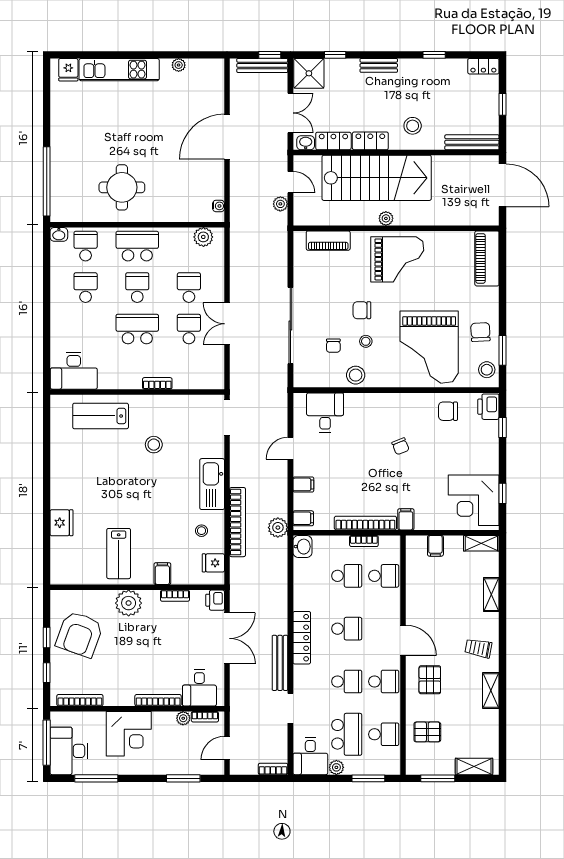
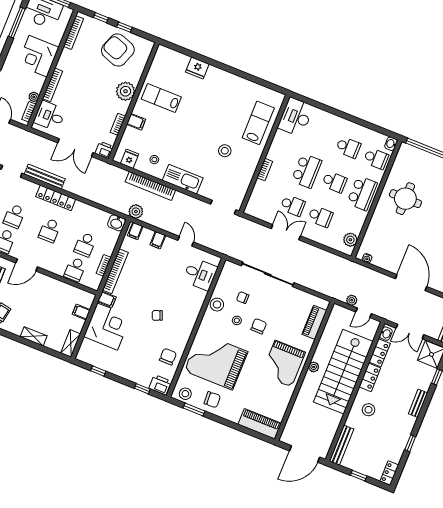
corner desk: (474, 500) -> (107, 327), moved, turned 90

